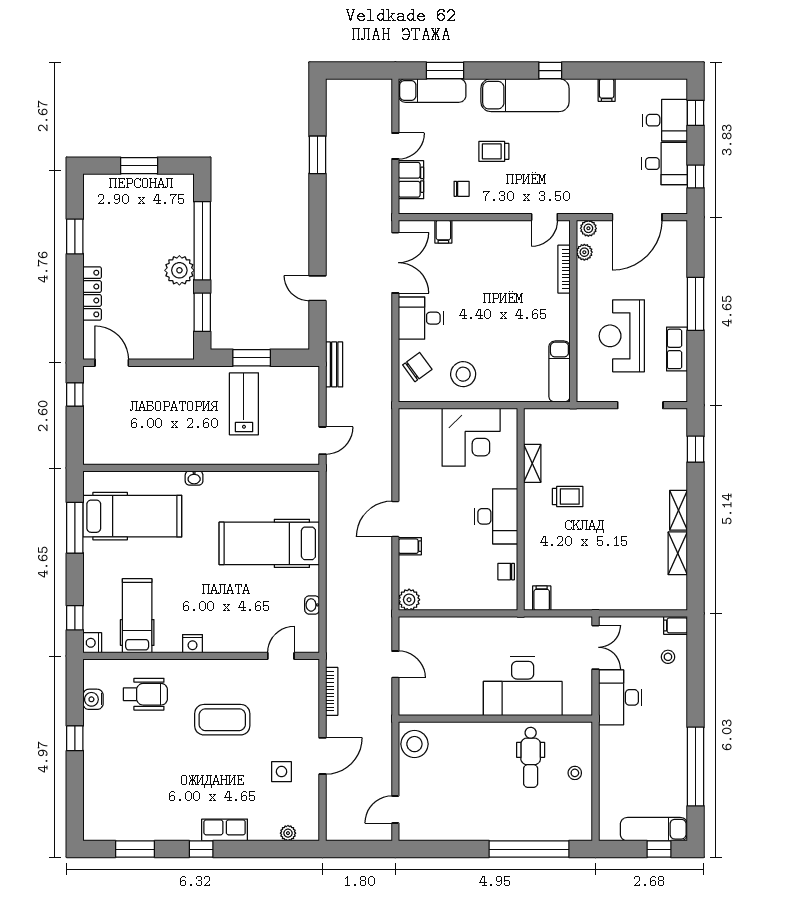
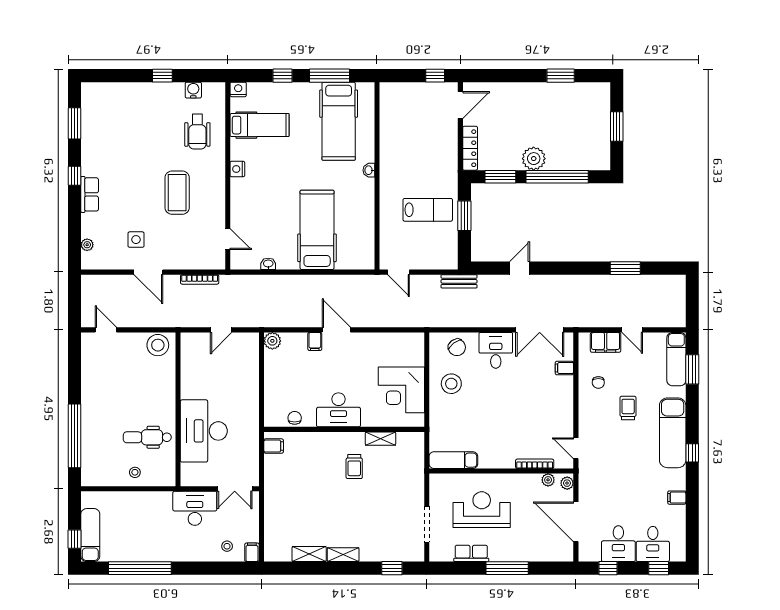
locker: (92, 294) -> (470, 148), moved, turned -90
window: (75, 618) -> (283, 76), moved

